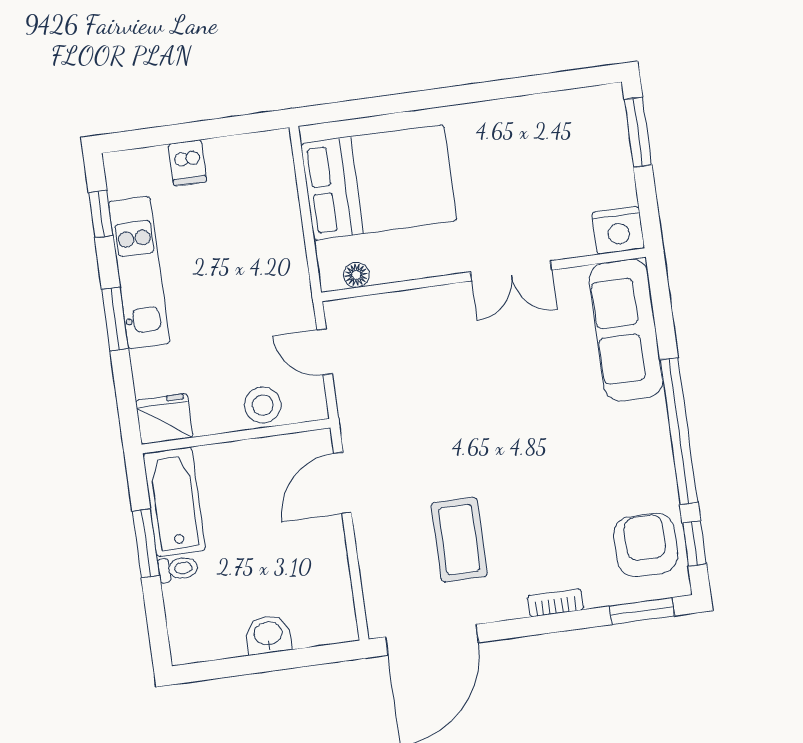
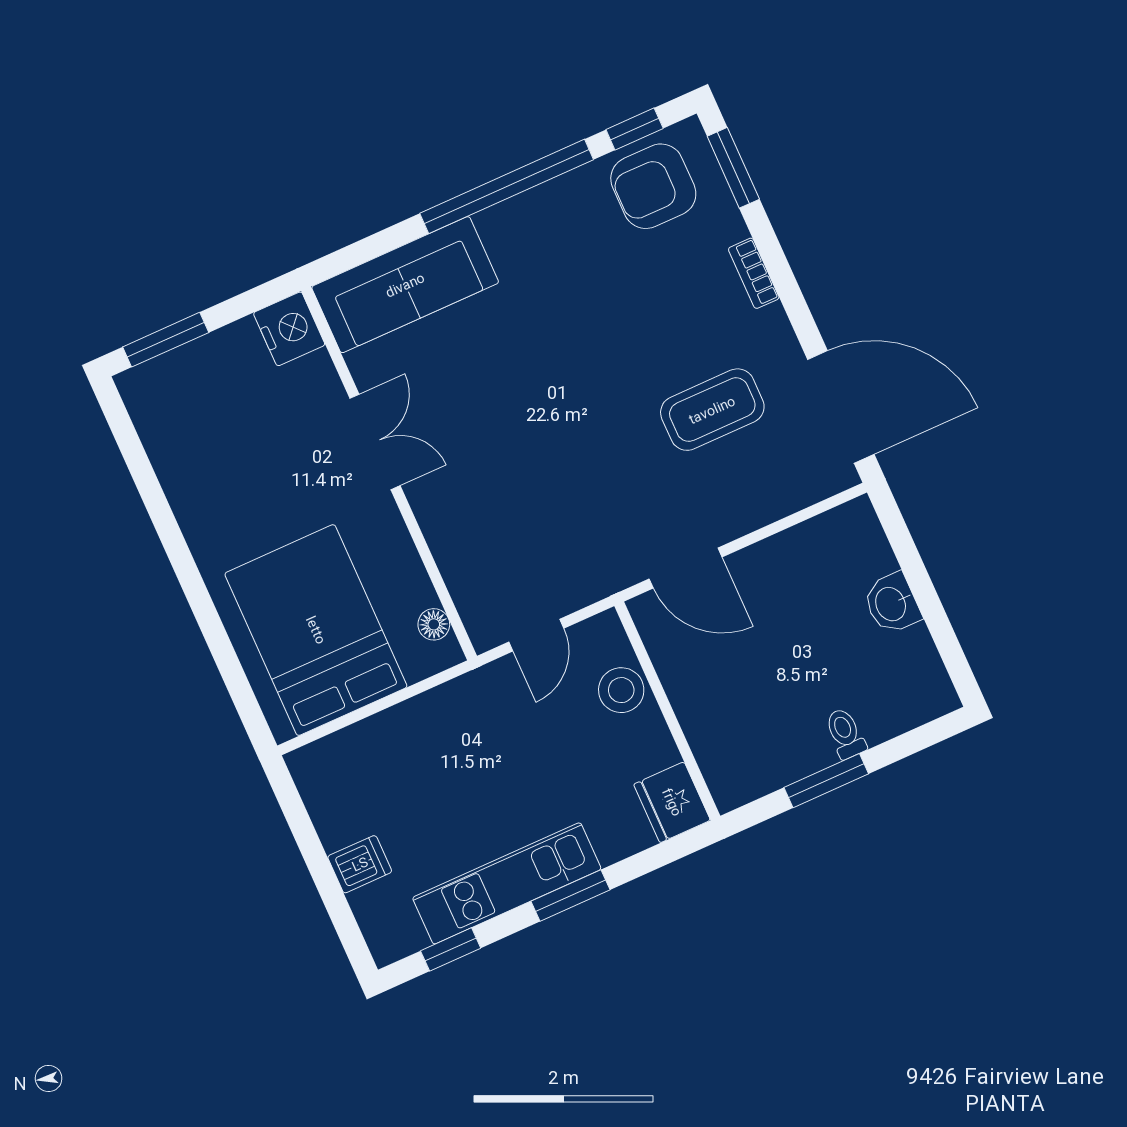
bathtub: (174, 502) -> (767, 762), removed

